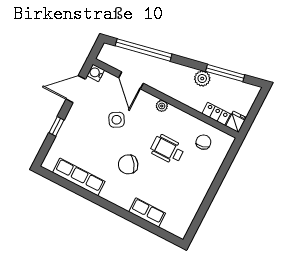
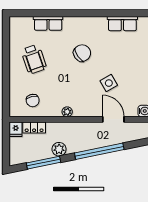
window: (144, 50) -> (99, 151), moved
plant: (162, 106) -> (67, 112), moved
wheelchair: (167, 149) -> (34, 59), moved, turned 71
row of seats: (79, 177) -> (122, 24), width x0.68

